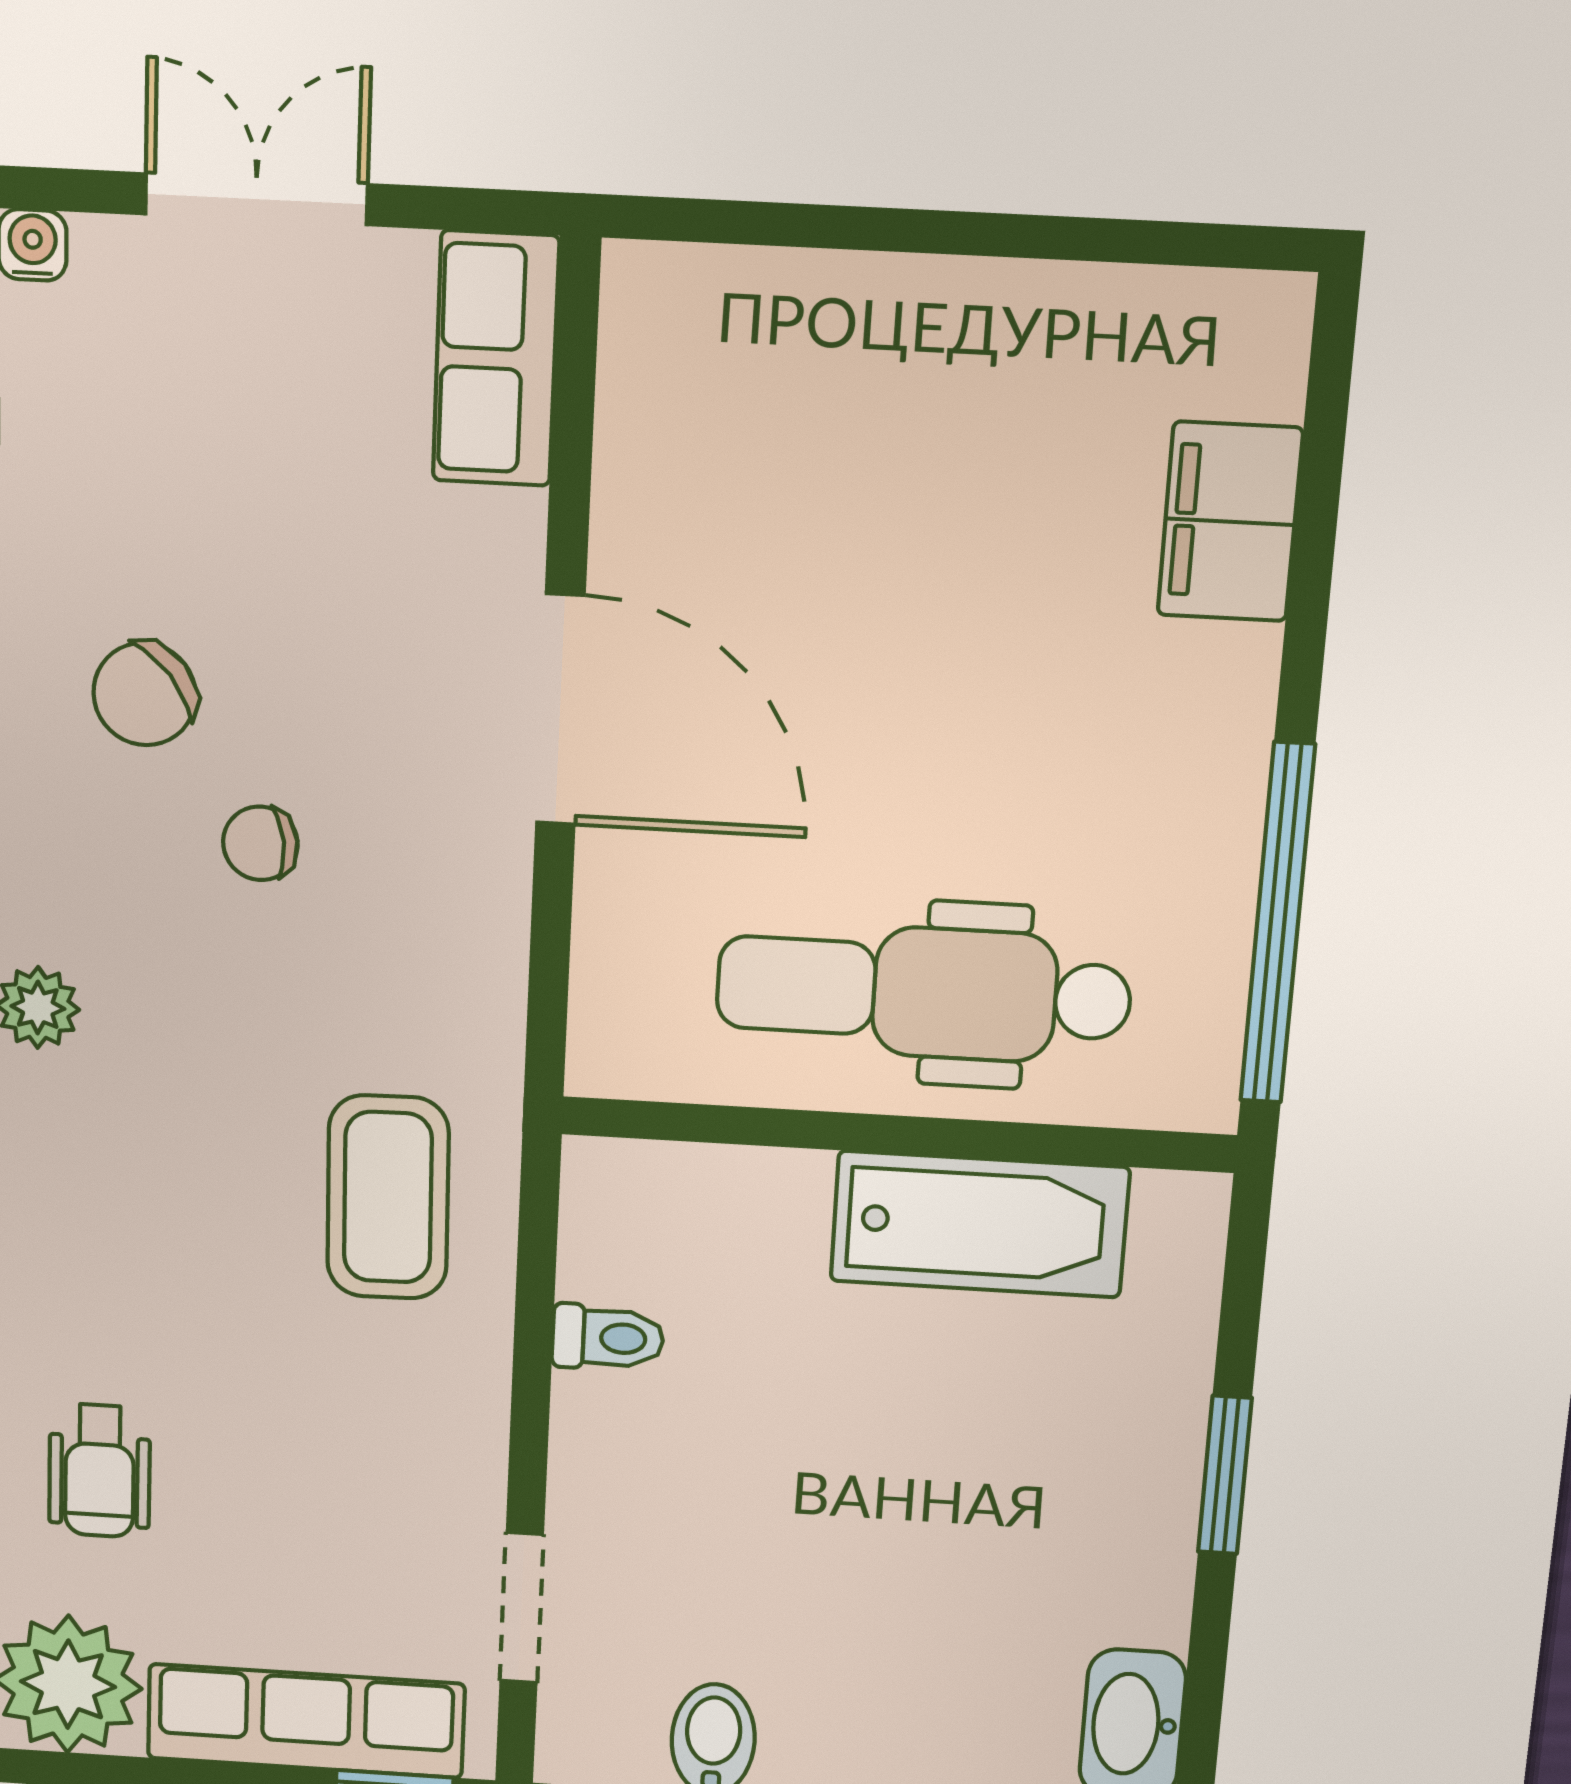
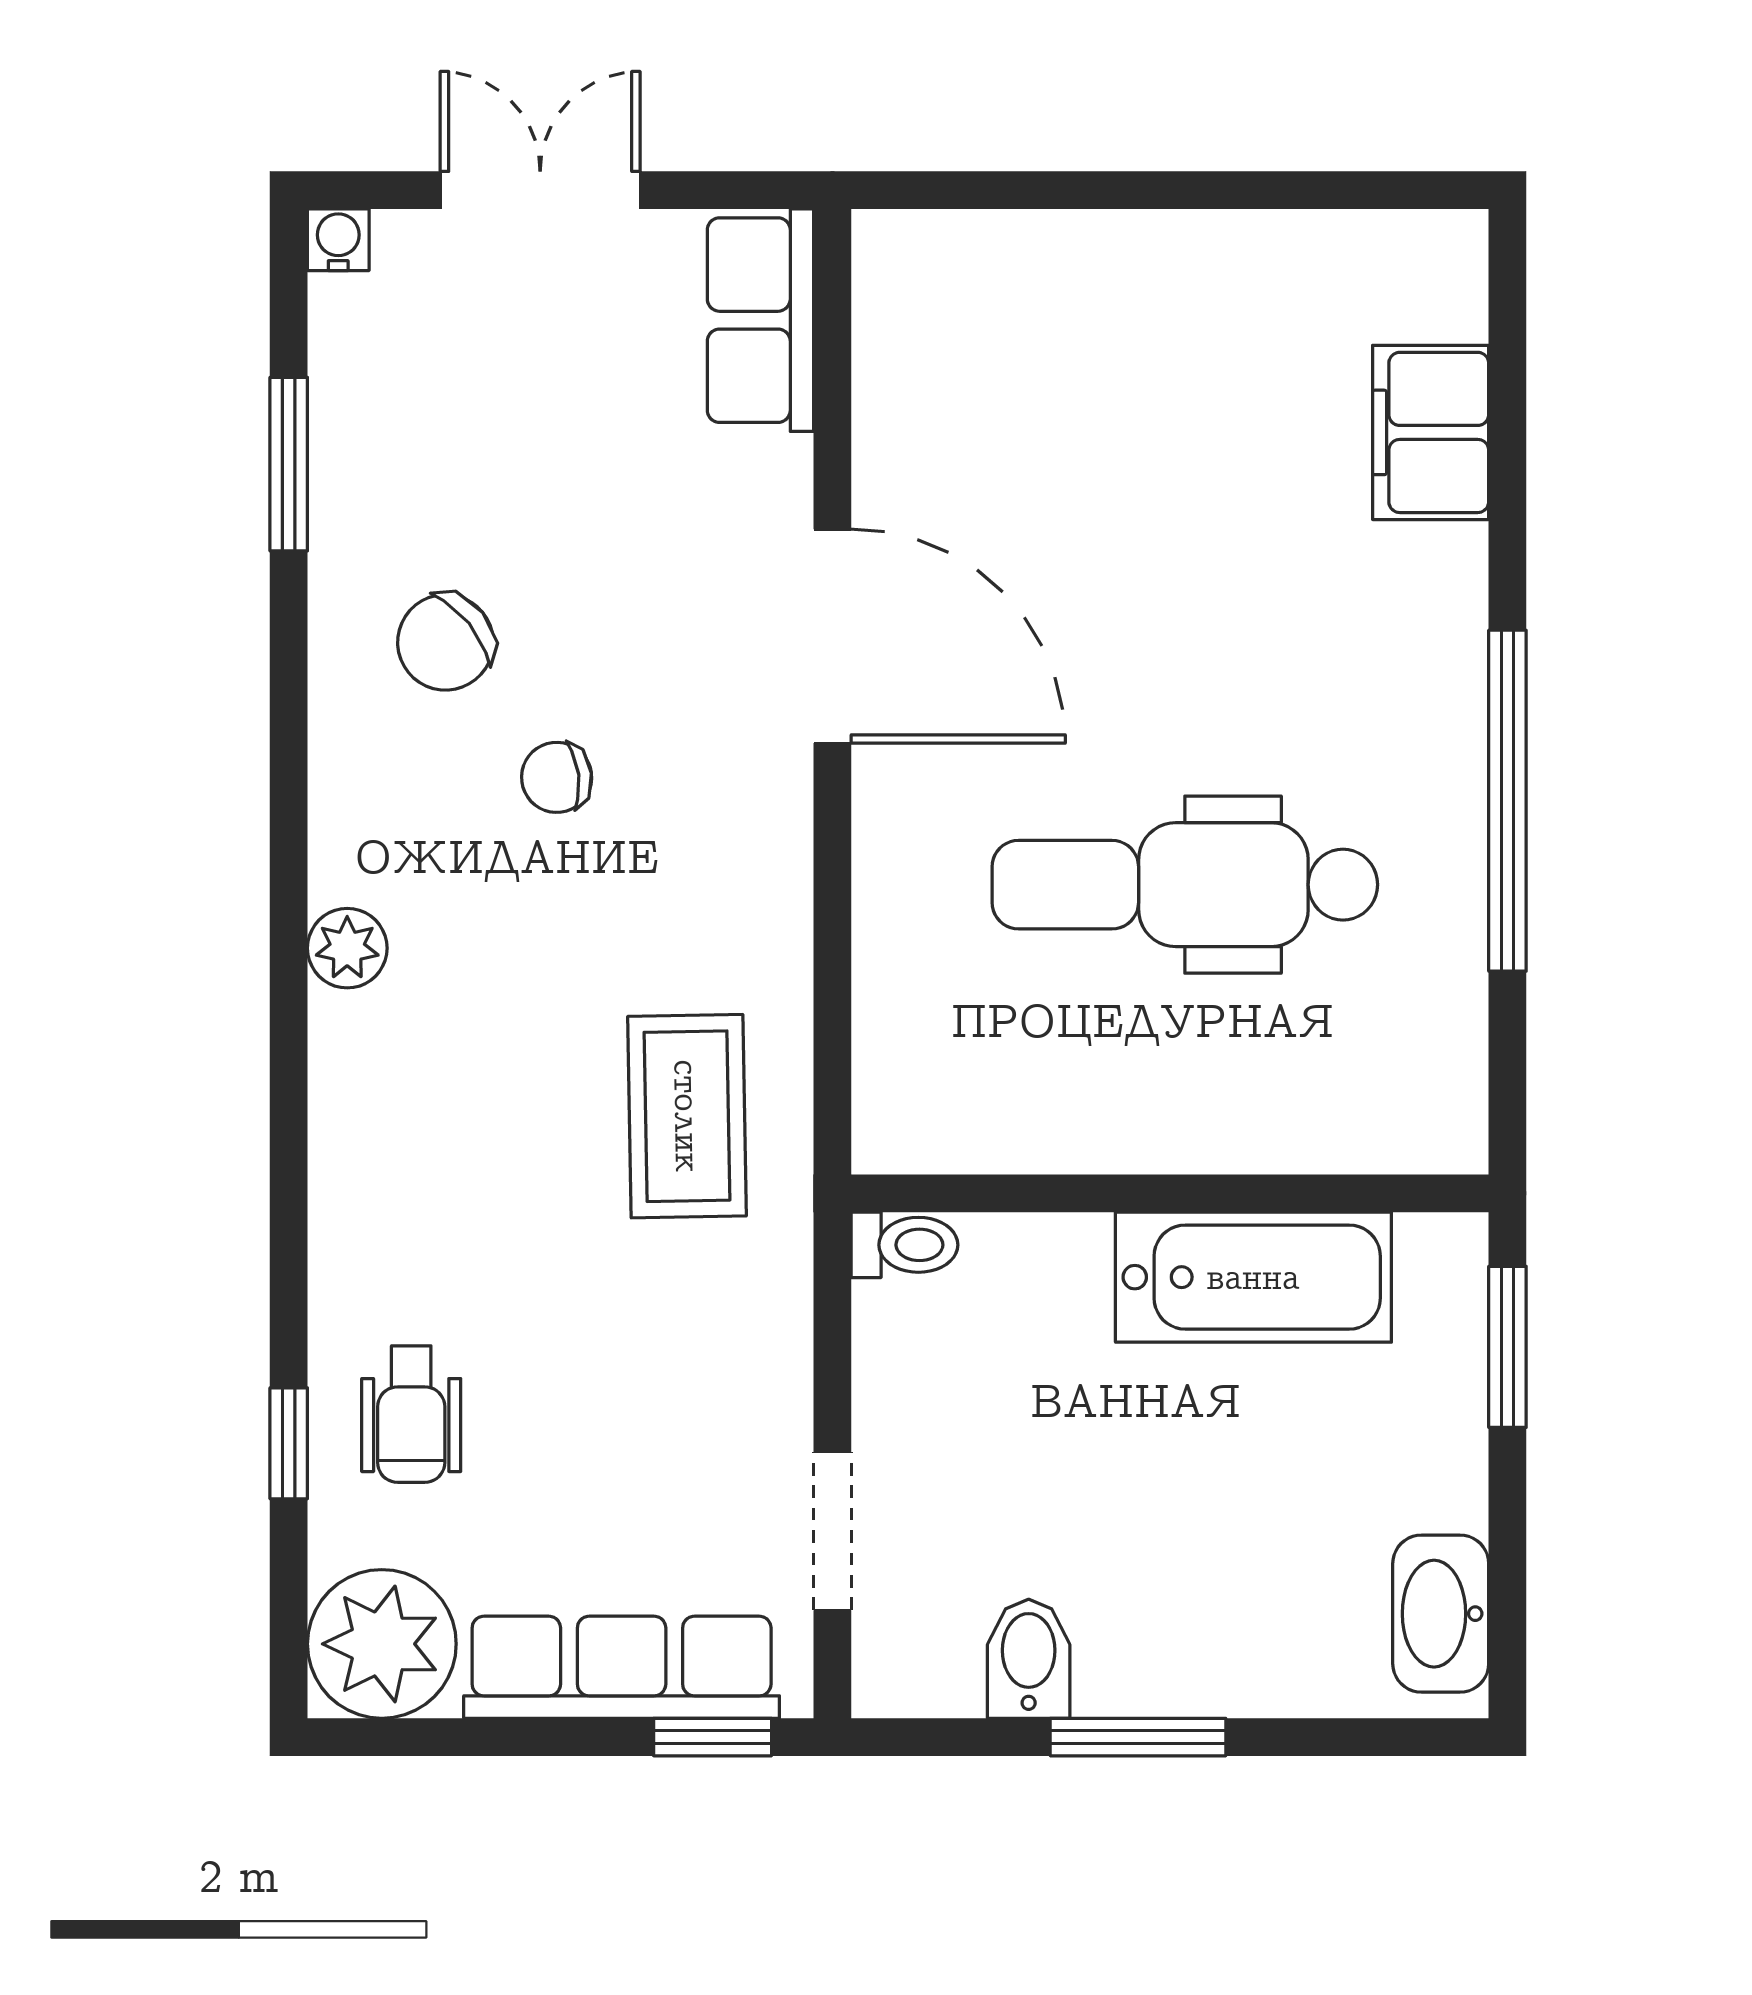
wall: (898, 1135) -> (1170, 1193), moved
bathtub: (980, 1224) -> (1253, 1277), moved

